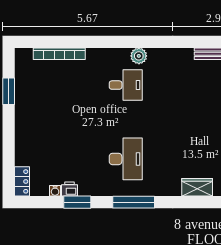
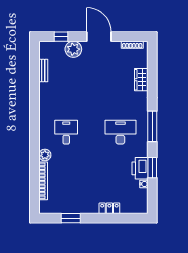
plant: (139, 56) -> (45, 155), moved
locker: (22, 181) -> (109, 208), moved
printer: (70, 189) -> (140, 168), width x1.87, depth x1.48

